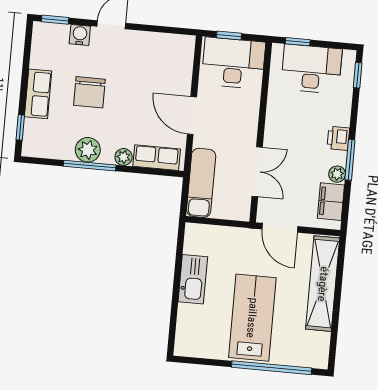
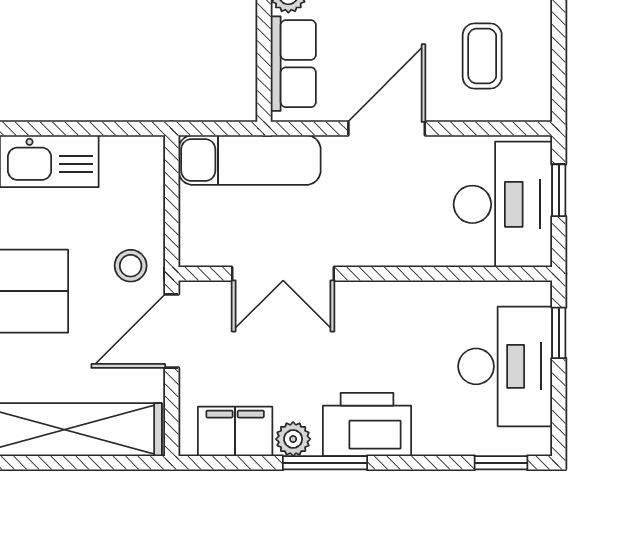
coffee table: (161, 66) -> (482, 56), added
printer: (338, 138) -> (367, 425), width x1.87, depth x1.48
stool: (247, 245) -> (131, 266), added

